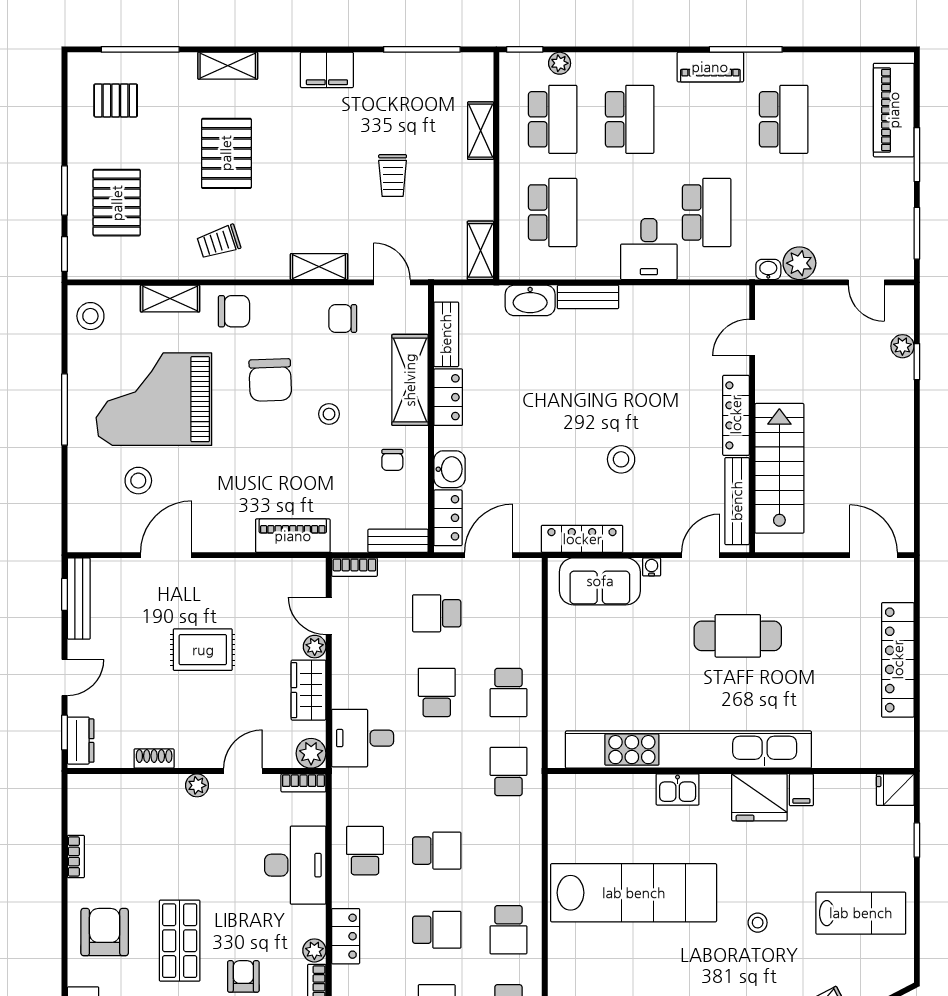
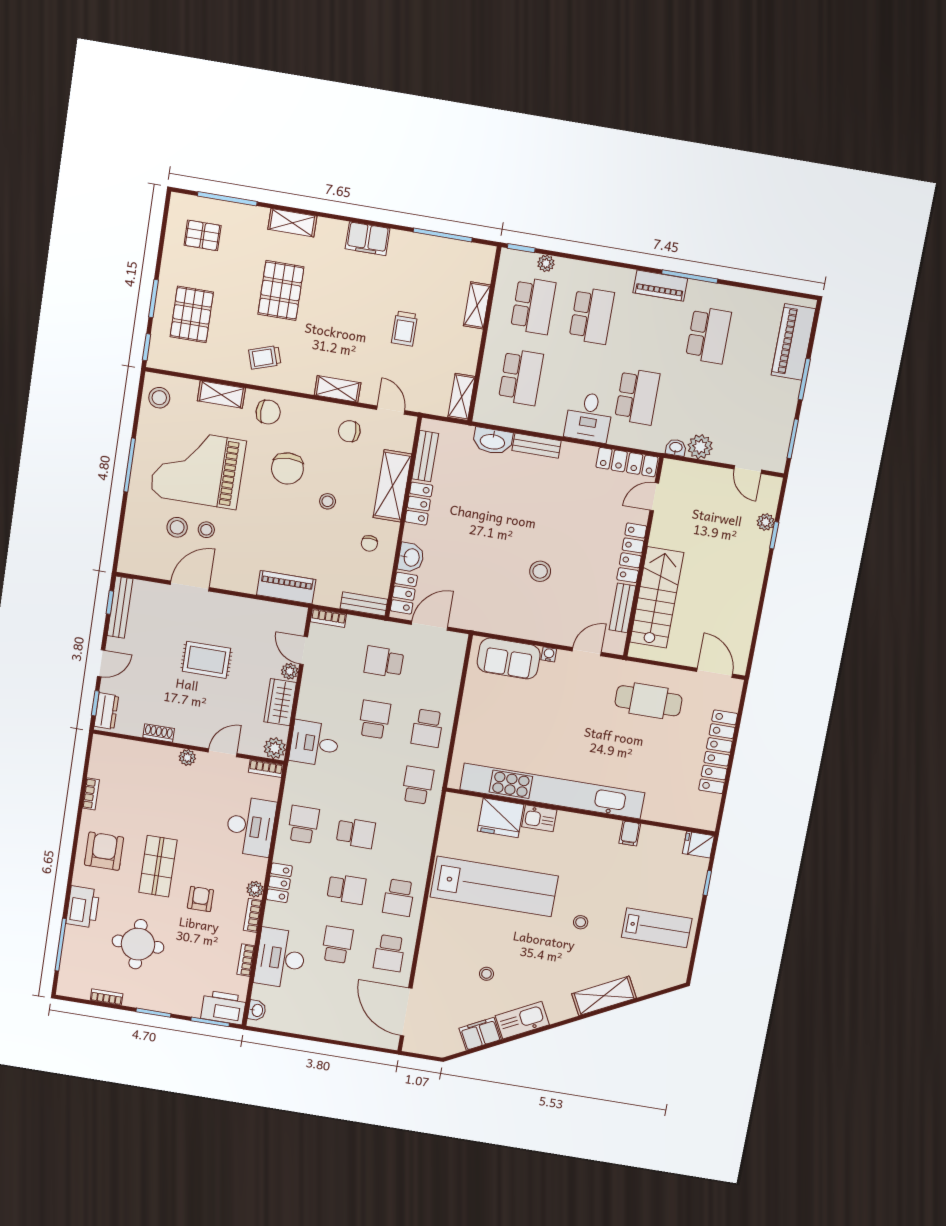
stool: (177, 477) -> (206, 530), added
bench: (737, 501) -> (622, 608), width x0.73
locker: (582, 539) -> (627, 462), moved, turned 180
cafe table: (738, 636) -> (648, 701), moved
fridge: (759, 797) -> (501, 818), moved

